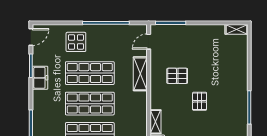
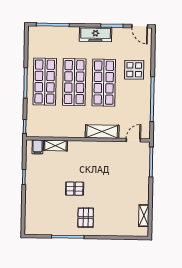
shelving: (236, 29) -> (144, 216), moved
door: (149, 42) -> (133, 140), hinge flipped
pallet: (177, 76) -> (86, 218), moved
freezer: (40, 78) -> (95, 34), width x1.40

